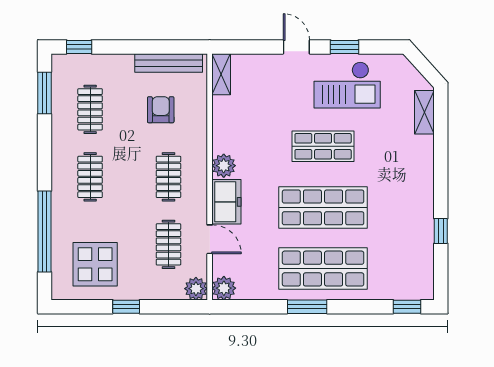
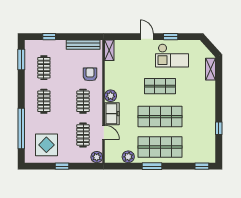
window: (79, 47) -> (49, 37), moved
armchair: (161, 110) -> (90, 74), moved
plant: (224, 288) -> (128, 157), moved

